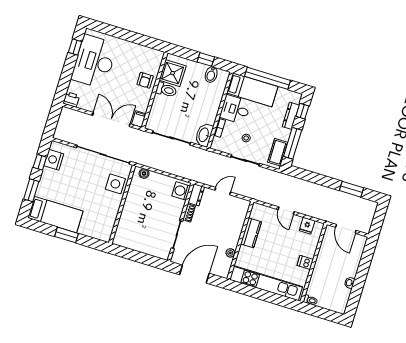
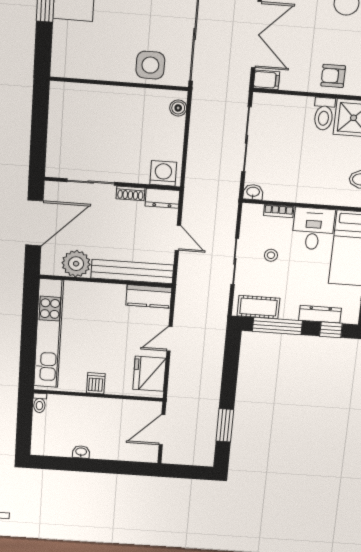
washbasin: (204, 135) -> (253, 192), width x0.52, depth x0.69
bench: (238, 223) -> (132, 272), added
fridge: (307, 226) -> (149, 374), width x1.88, depth x1.34
kitchen counter: (251, 233) -> (149, 296), moved
plant: (230, 253) -> (76, 264), width x1.87, depth x1.87
door: (194, 274) -> (34, 223), hinge flipped

